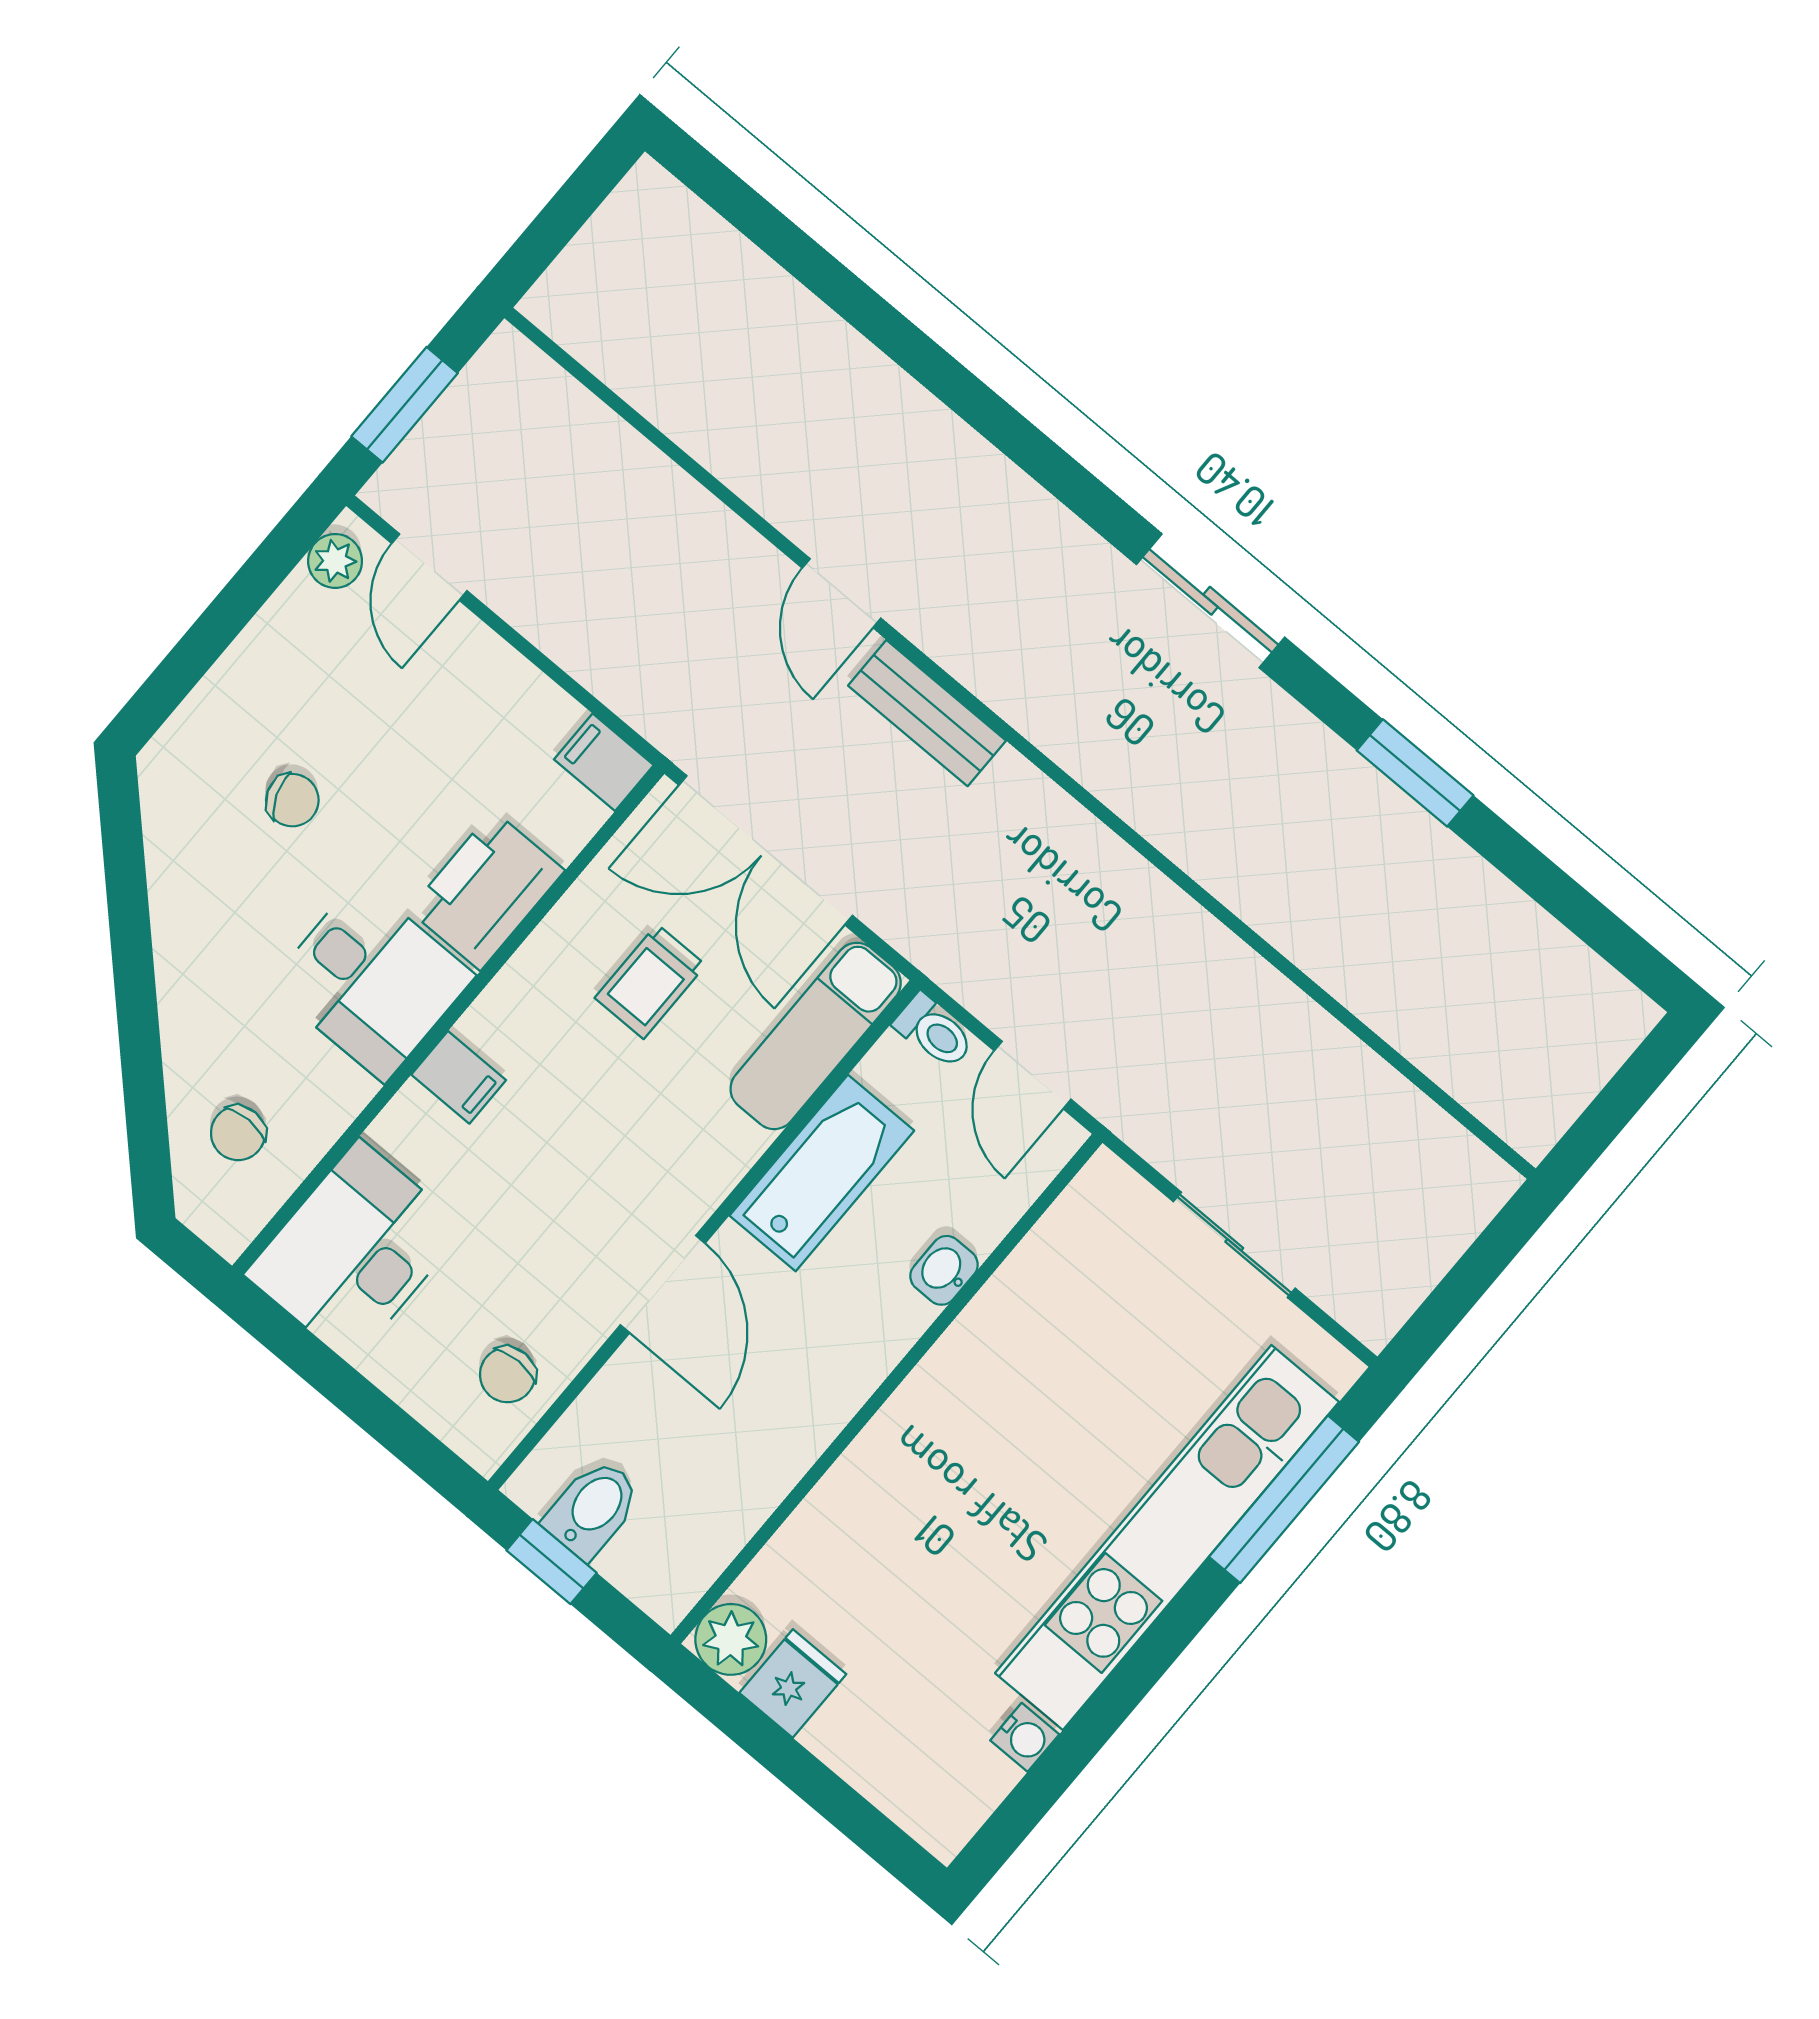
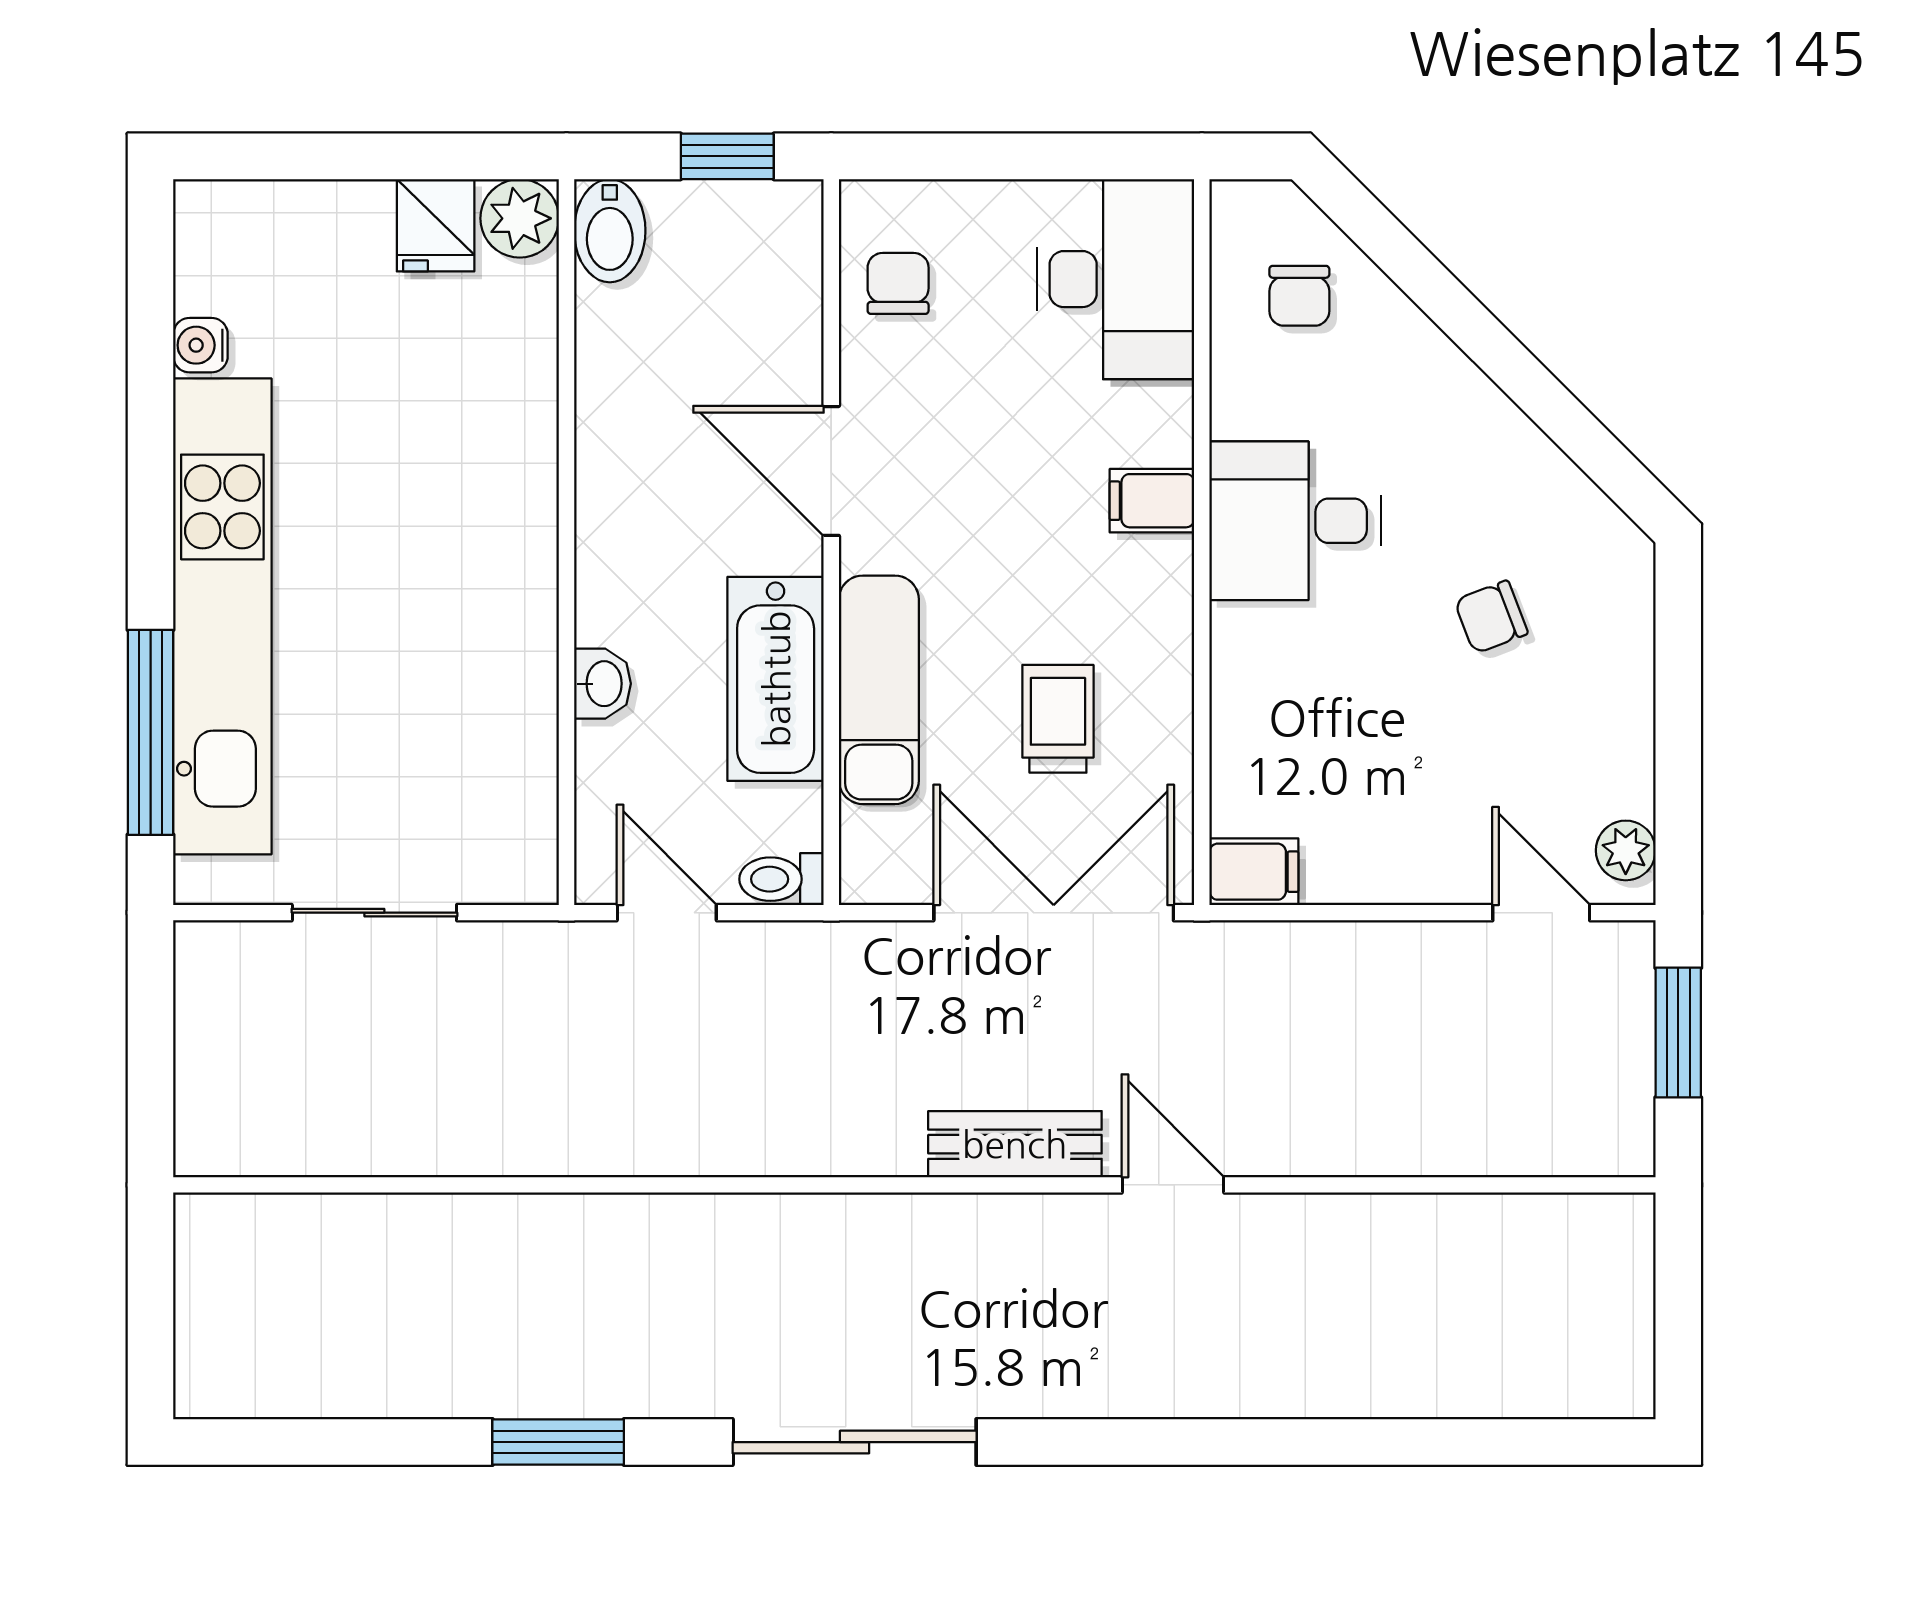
sliding door: (1211, 601) -> (855, 1442), width x1.37
printer: (487, 890) -> (1262, 679), removed
exam couch: (816, 1036) -> (879, 690), moved
chair: (238, 1133) -> (1299, 296), turned 180
bidet: (593, 1509) -> (610, 231), moved

